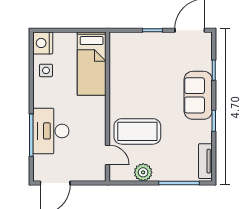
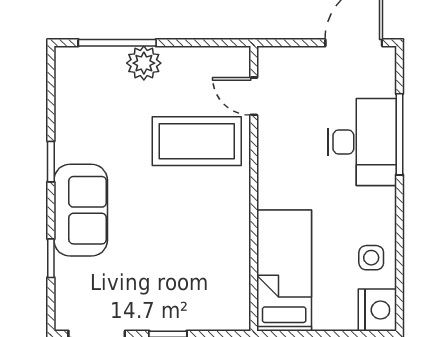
tv unit: (205, 161) -> (67, 84), removed
plant: (143, 172) -> (144, 63), moved

